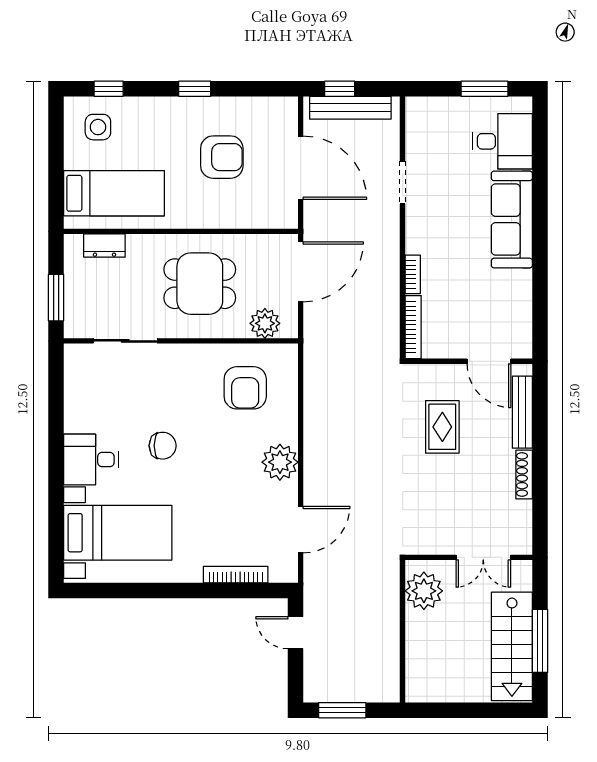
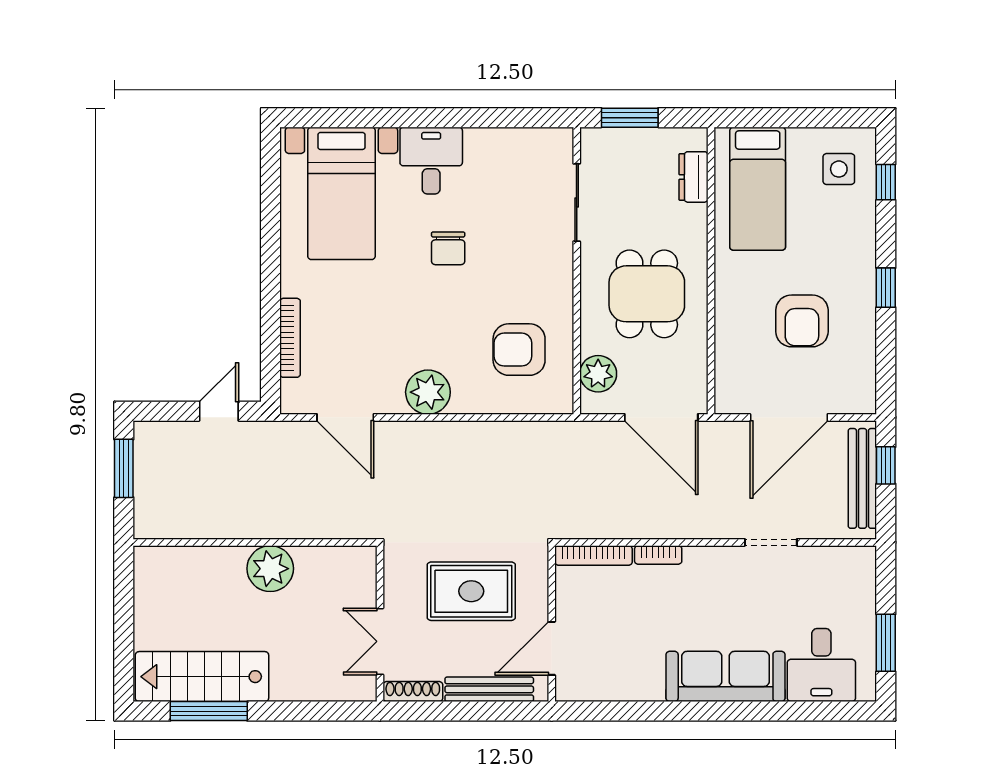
rug: (442, 427) -> (471, 591), width x1.36, depth x1.43
wall: (469, 557) -> (380, 624), moved
double door: (483, 557) -> (380, 641), moved

